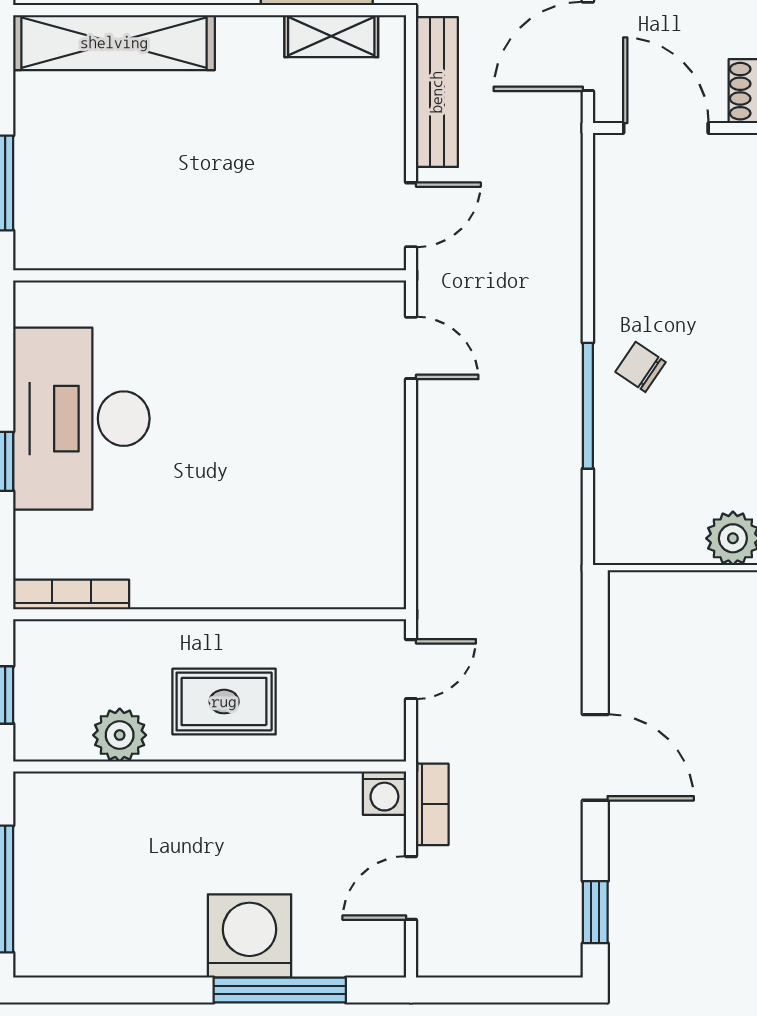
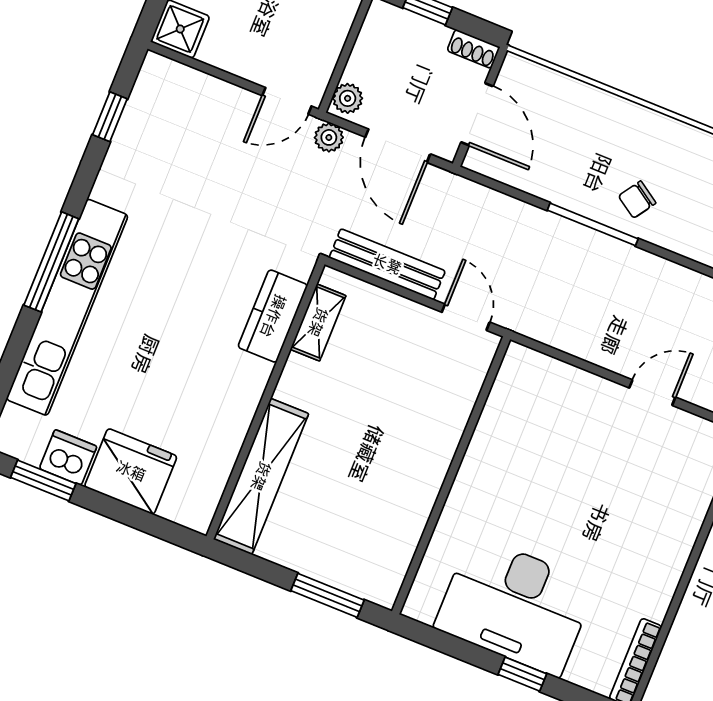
door: (666, 128) -> (477, 114), swing flipped
door: (411, 348) -> (652, 393), moved
window: (588, 406) -> (593, 224), moved

